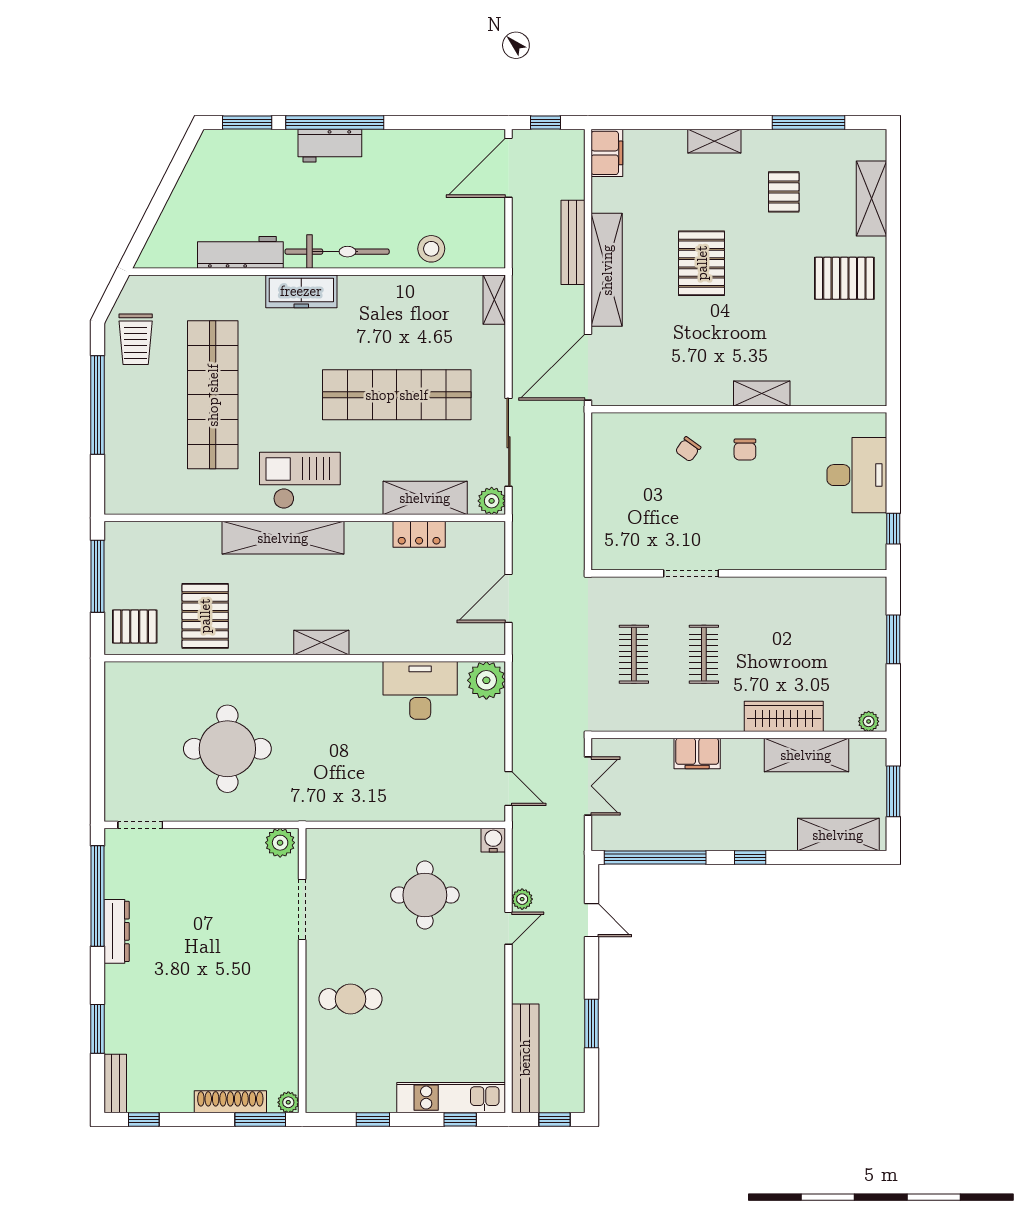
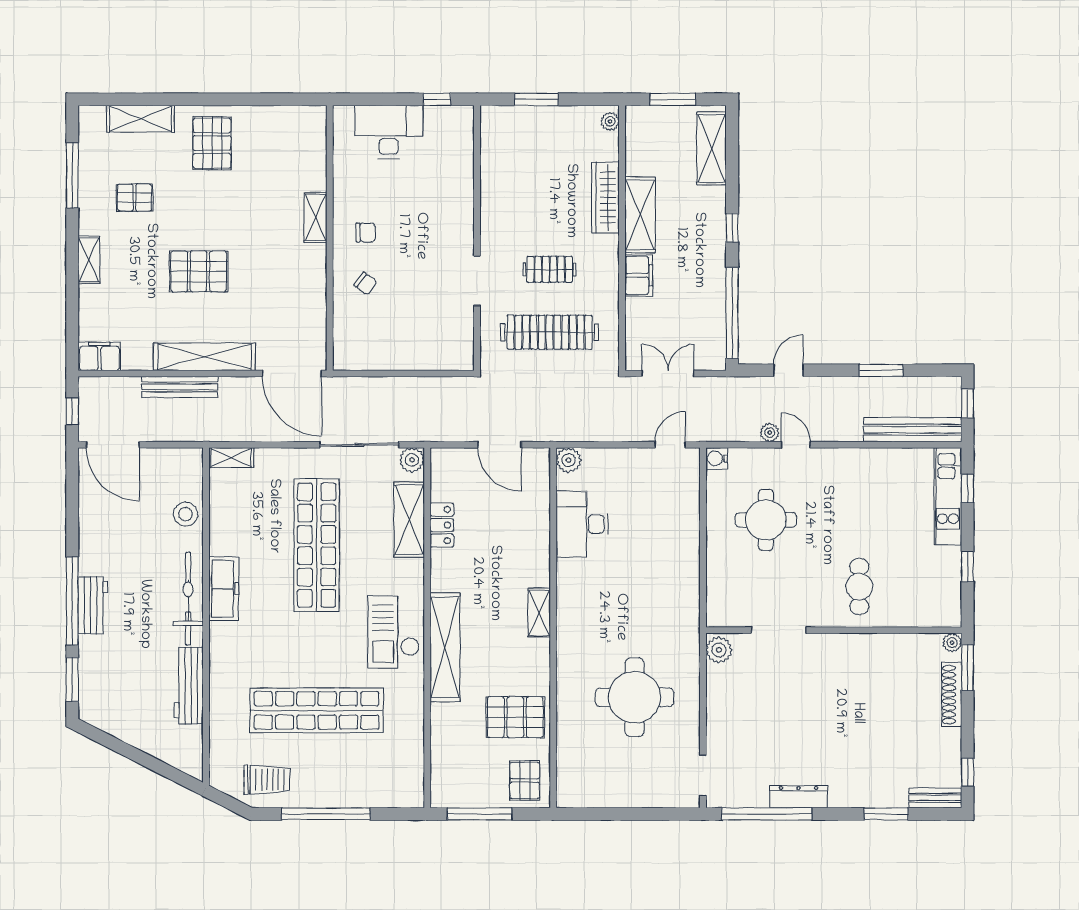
freezer: (301, 291) -> (224, 589), moved
clothes rail: (634, 654) -> (550, 332), width x1.86, depth x1.31
plant: (486, 680) -> (569, 460), width x0.73, depth x0.73
shelving: (806, 755) -> (640, 215), moved

